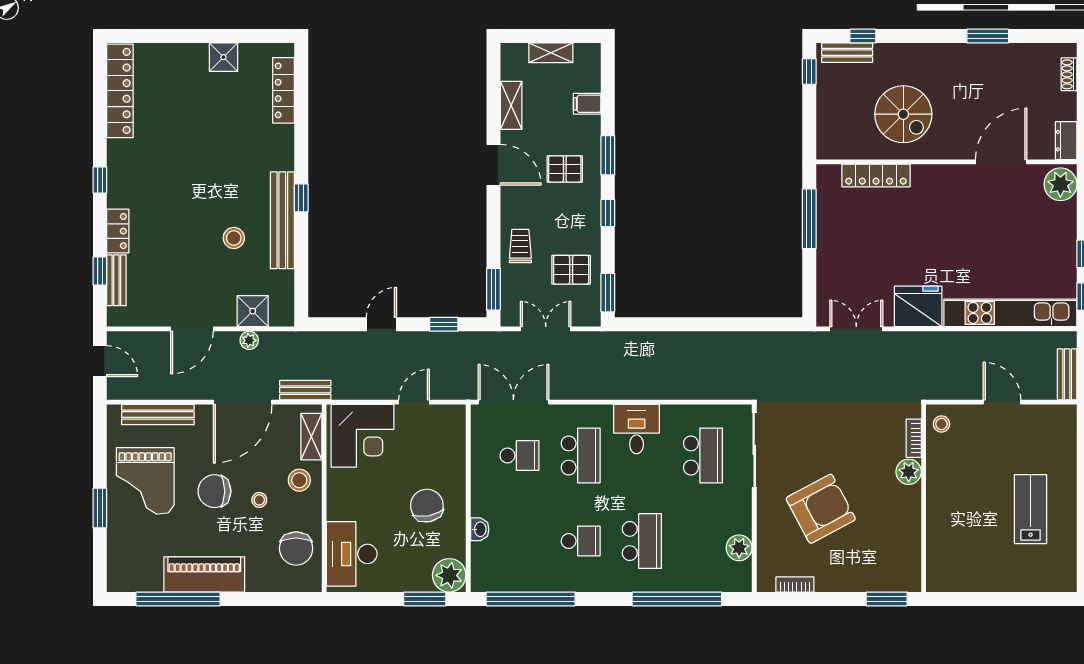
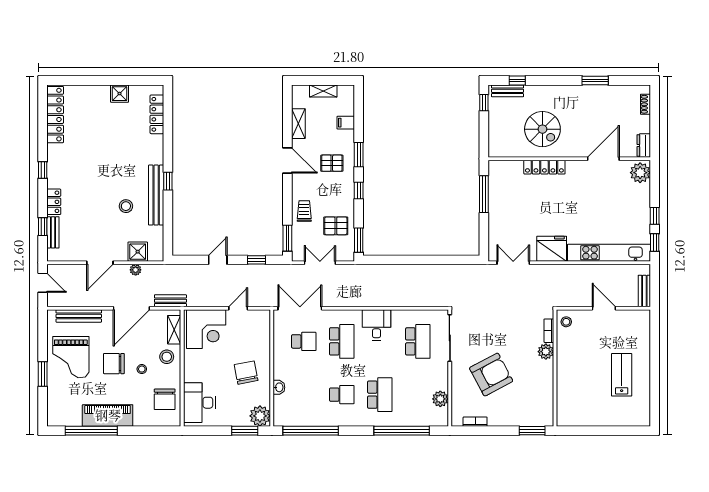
locker: (876, 175) -> (544, 167), moved

